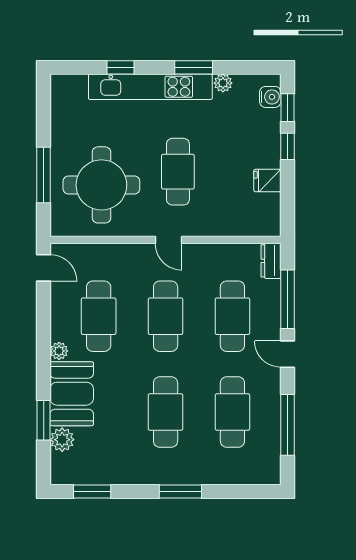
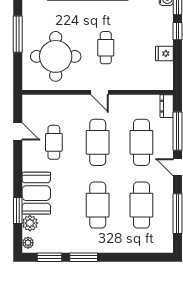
cafe table: (178, 172) -> (106, 48), width x0.73, depth x0.74
window: (44, 175) -> (18, 34), moved
door: (44, 268) -> (18, 131), moved
cafe table: (99, 316) -> (54, 142), width x0.73, depth x0.74
plant: (59, 351) -> (28, 243), moved
window: (180, 492) -> (84, 257), moved

